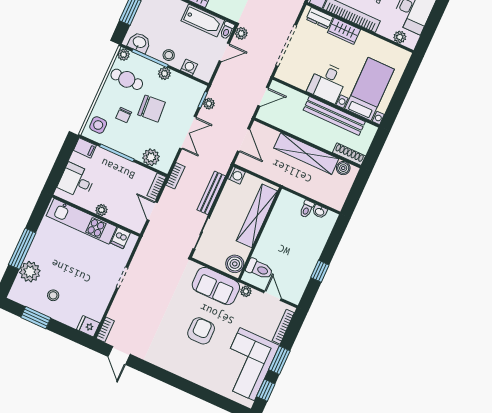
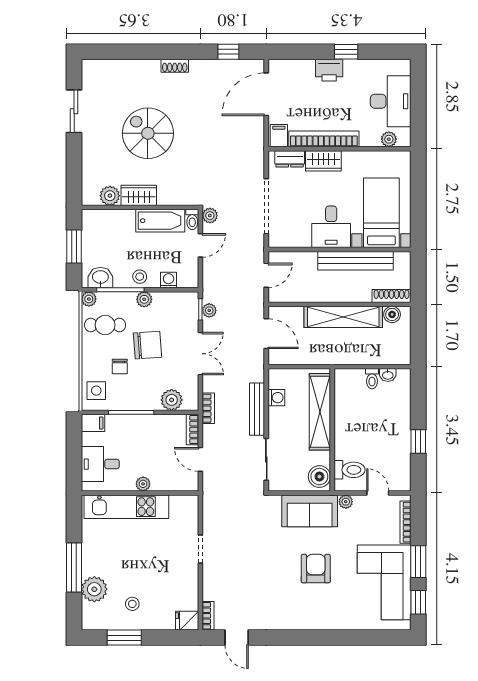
washing machine: (236, 175) -> (276, 398), moved
dishwasher: (120, 238) -> (178, 506), removed

